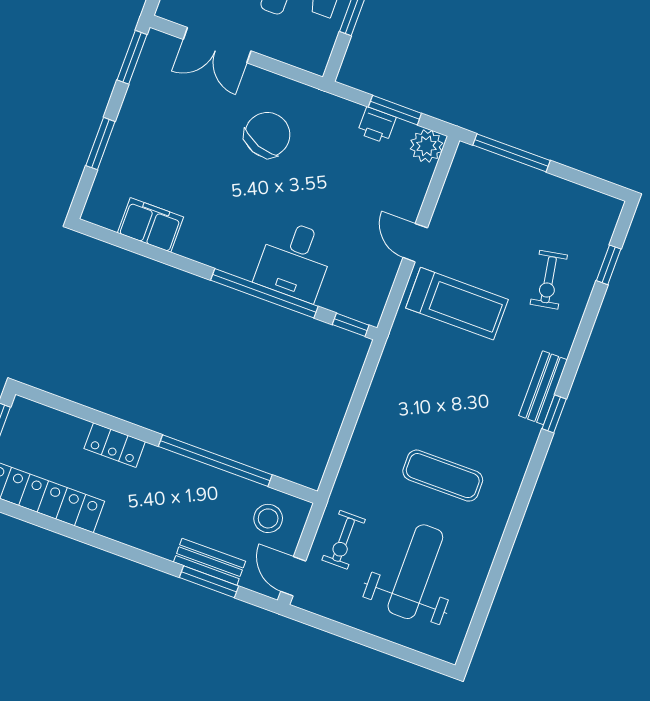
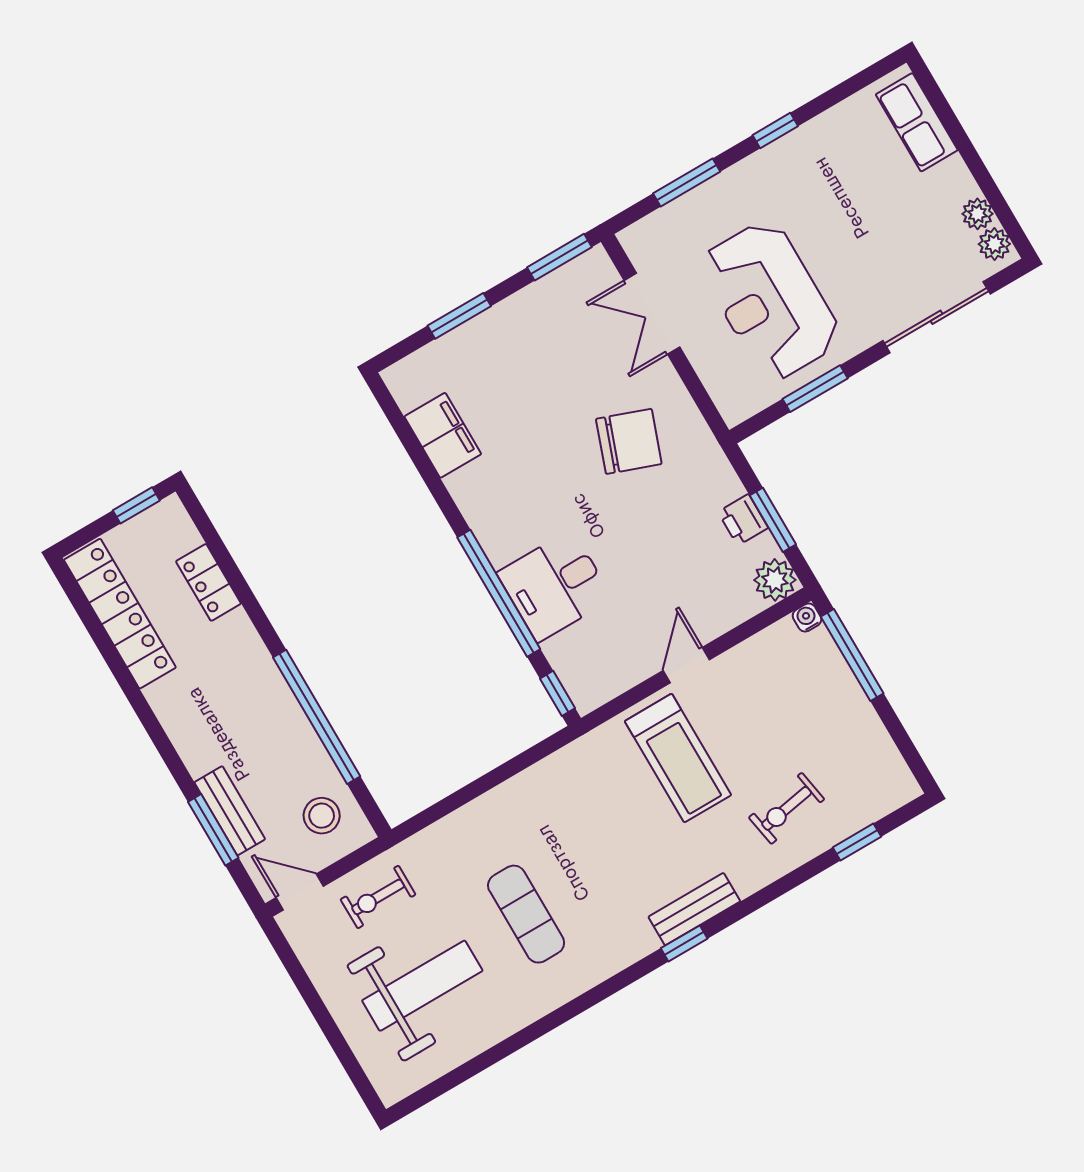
water cooler: (465, 153) -> (807, 618), added
locker: (115, 445) -> (208, 582), moved
door: (293, 576) -> (300, 892), hinge flipped

